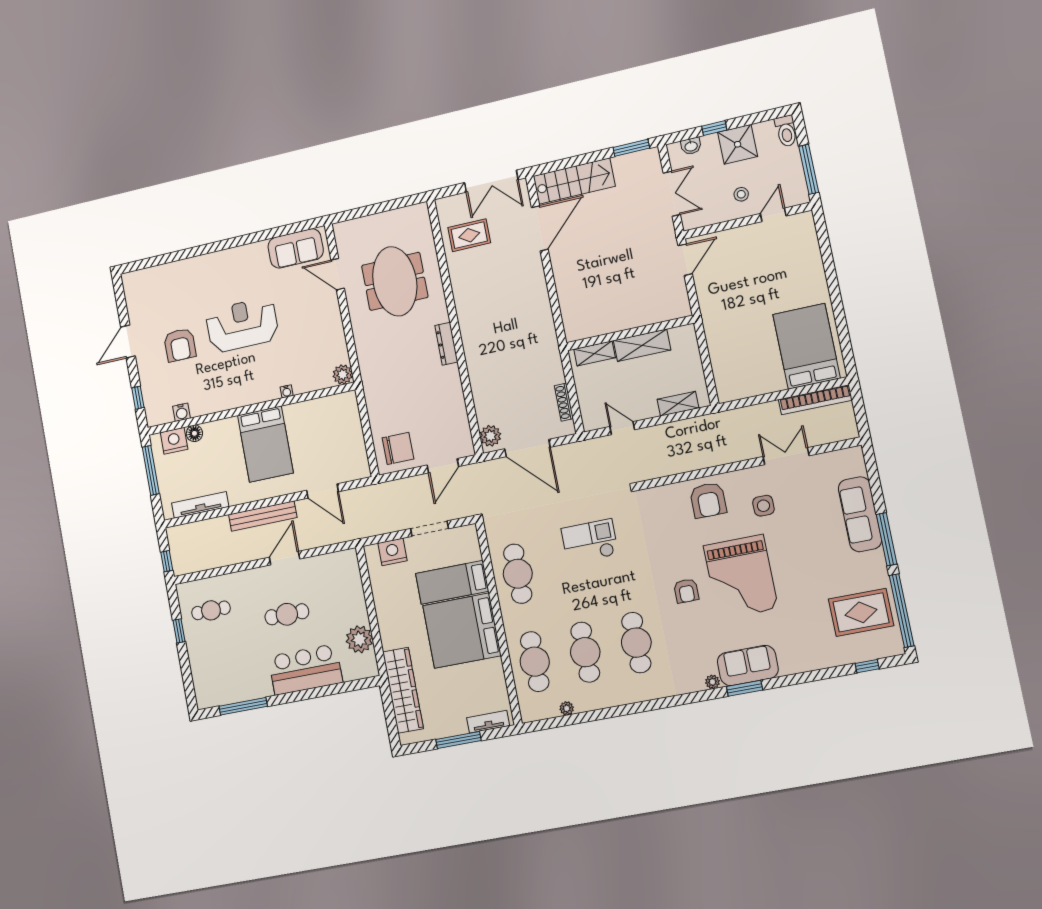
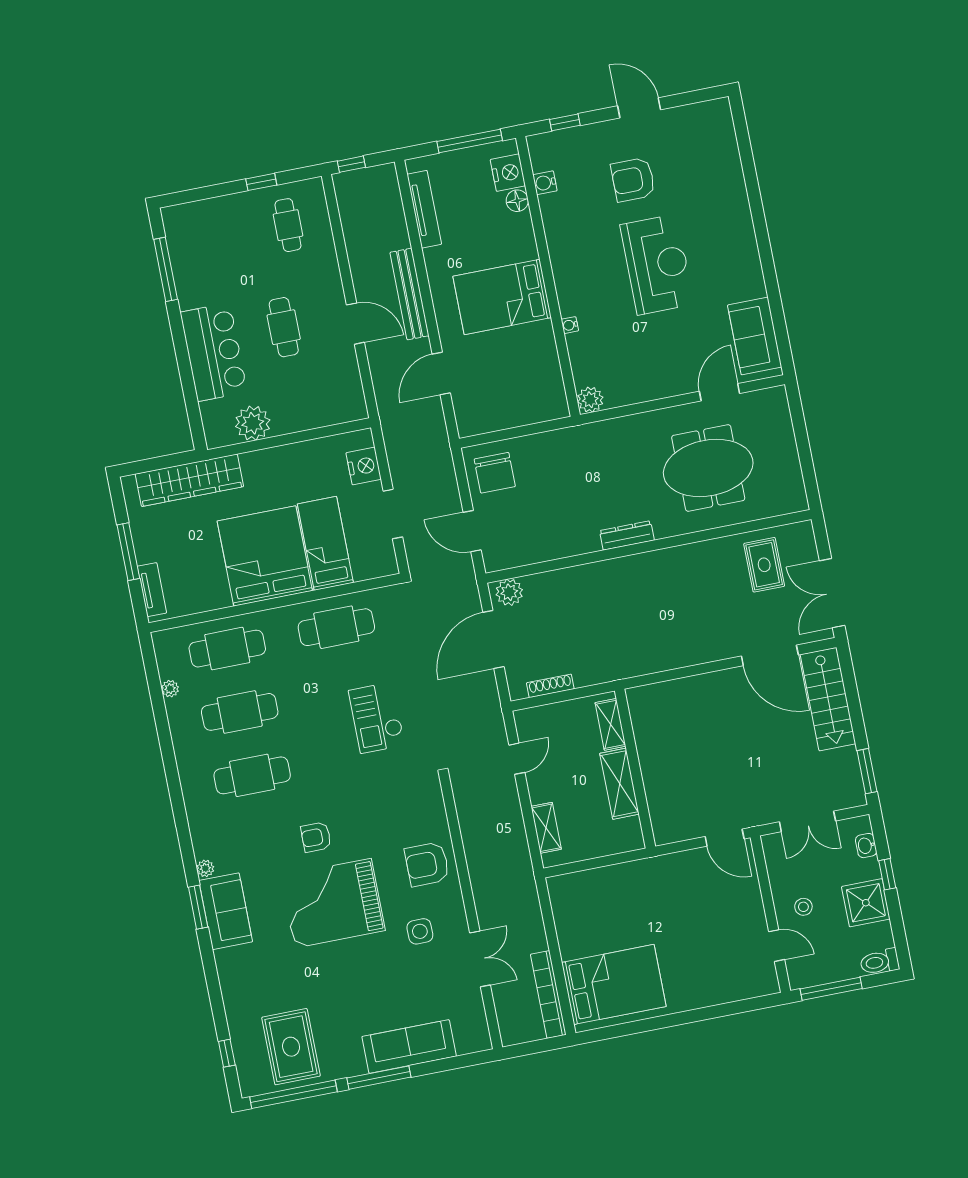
checkout: (590, 541) -> (377, 718), turned 180

